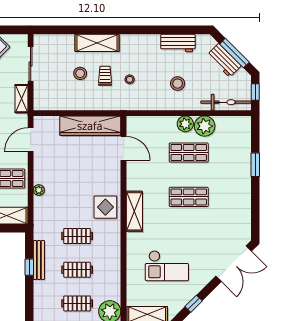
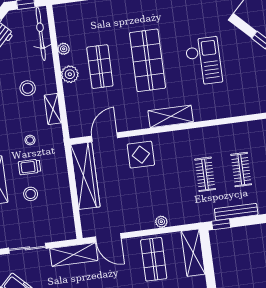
shelving: (21, 99) -> (74, 255), width x1.50, depth x1.33
shelving: (155, 104) -> (53, 109), added
plant: (205, 126) -> (64, 49), width x0.53, depth x0.53
shop shelf: (189, 197) -> (148, 60), width x1.43, depth x1.36
display table: (105, 207) -> (141, 155), moved
checkout: (167, 266) -> (204, 61), moved
window: (29, 267) -> (221, 224), moved

